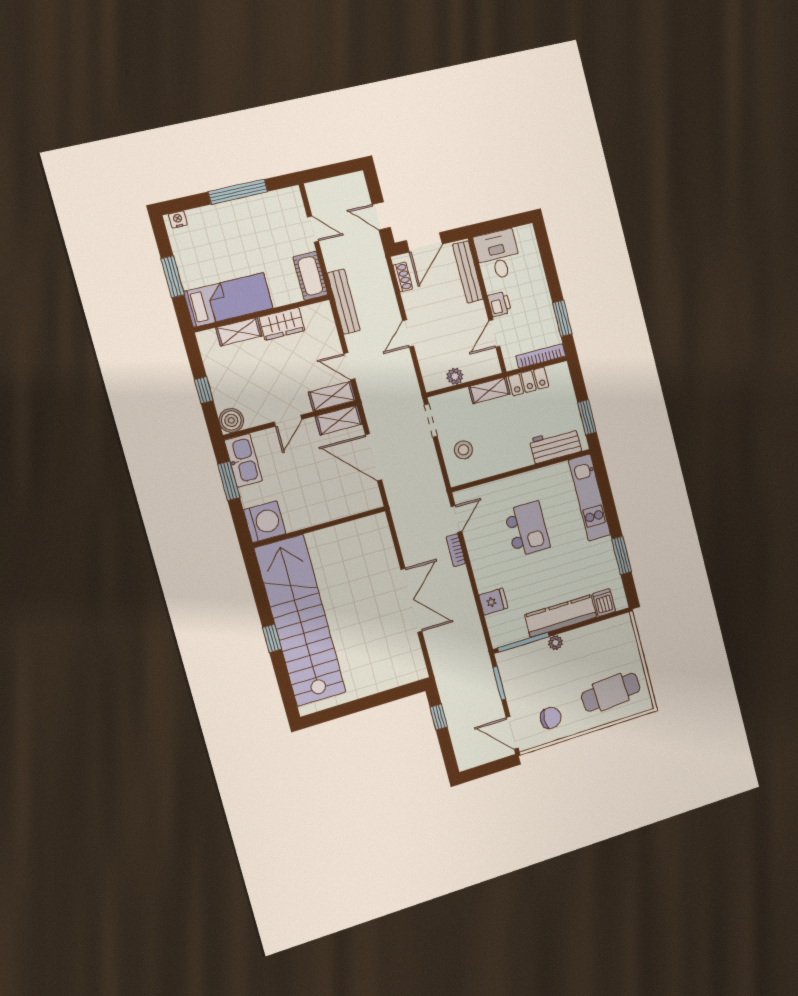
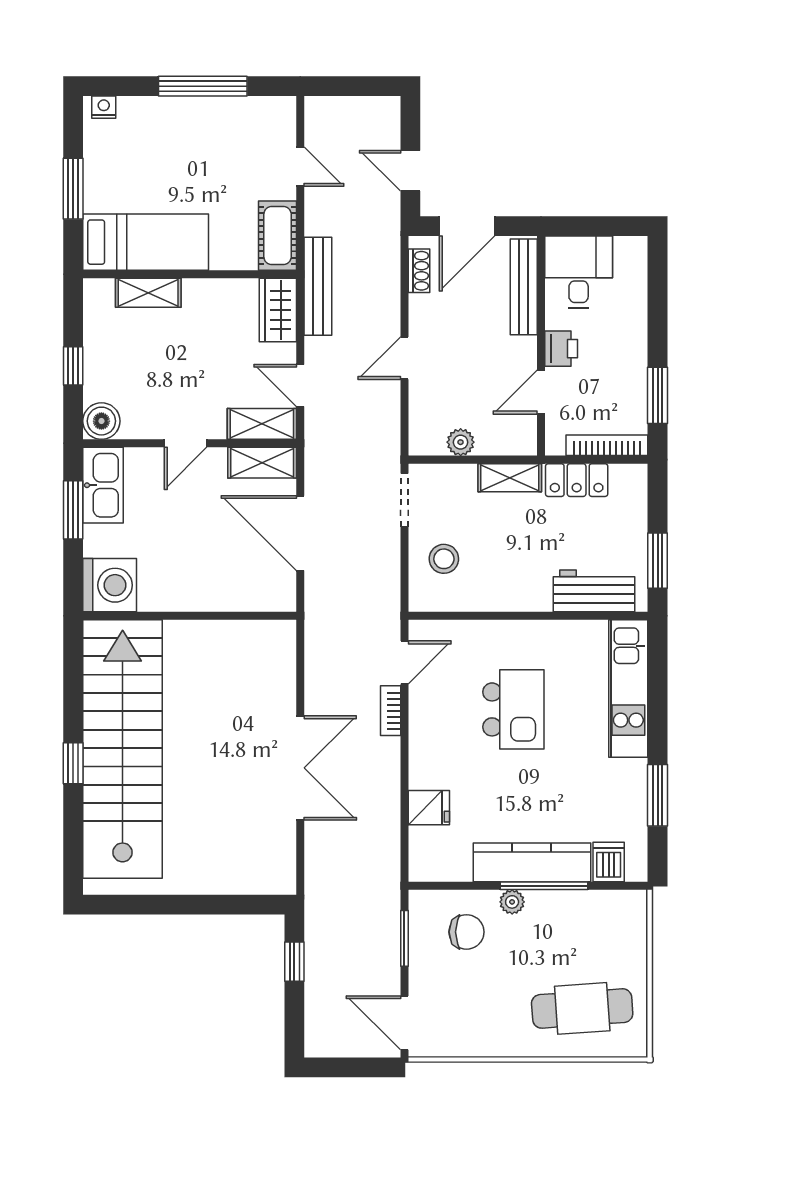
wardrobe: (282, 324) -> (278, 310), moved, turned 90
window: (523, 642) -> (544, 886), moved
chair: (551, 718) -> (467, 932), moved

